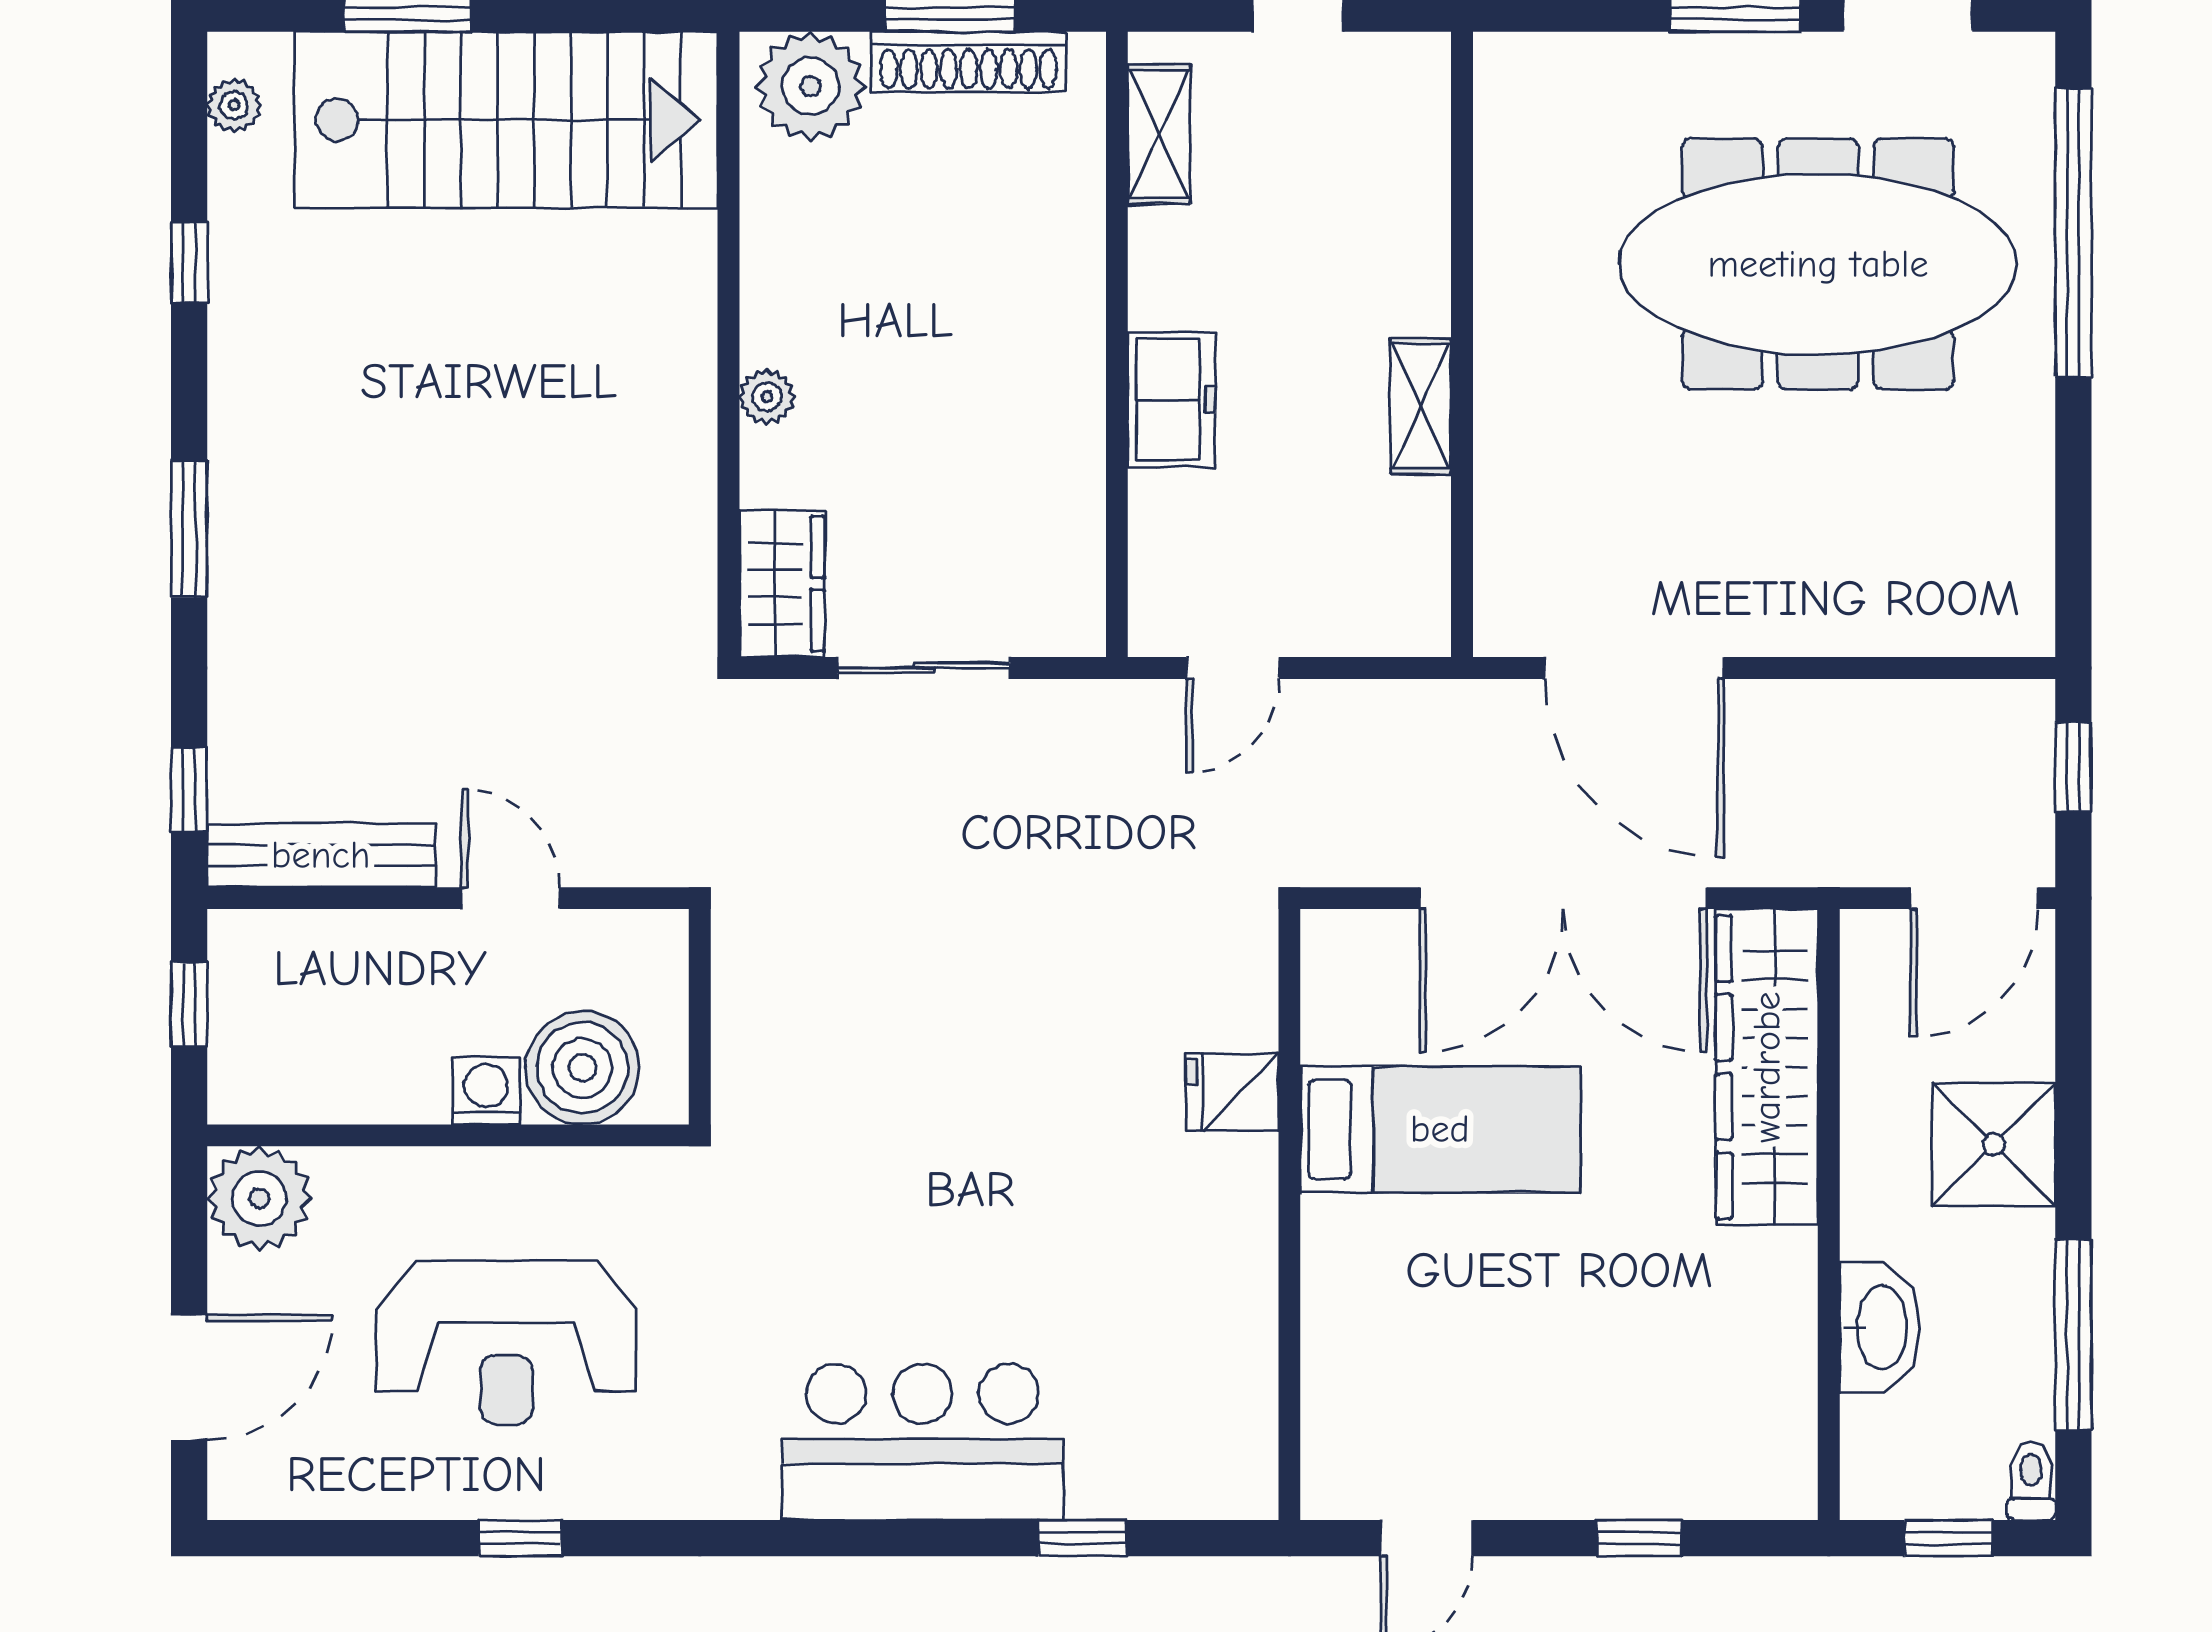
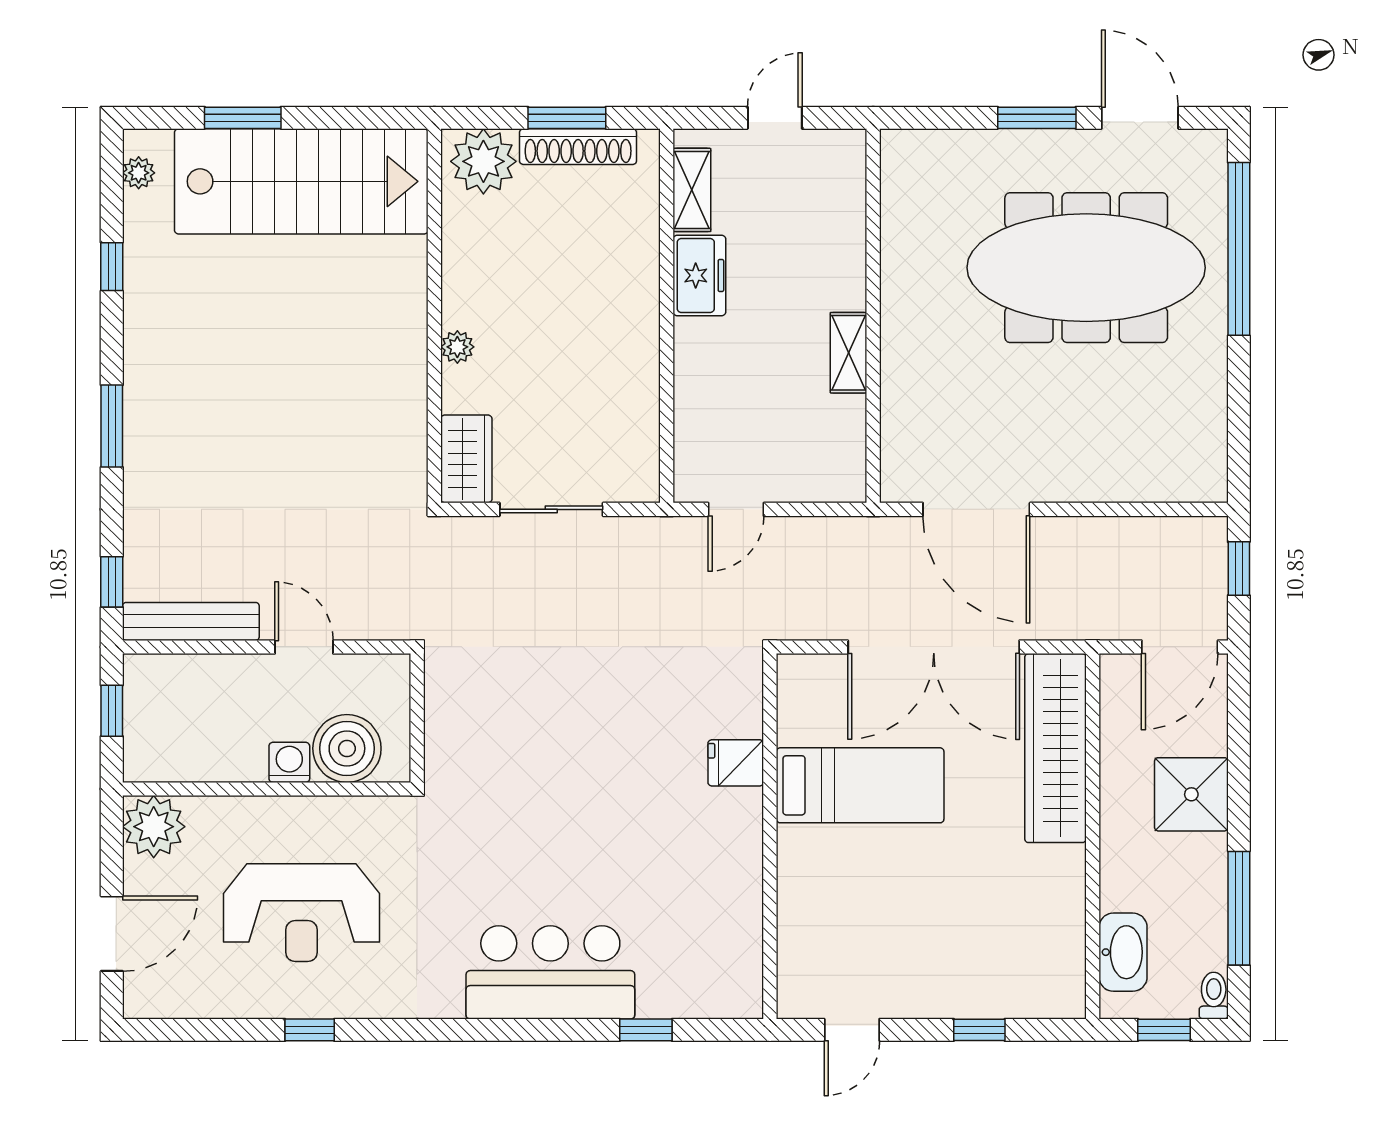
freezer: (1171, 400) -> (699, 275), moved
washbasin: (1880, 1328) -> (1123, 952), moved

